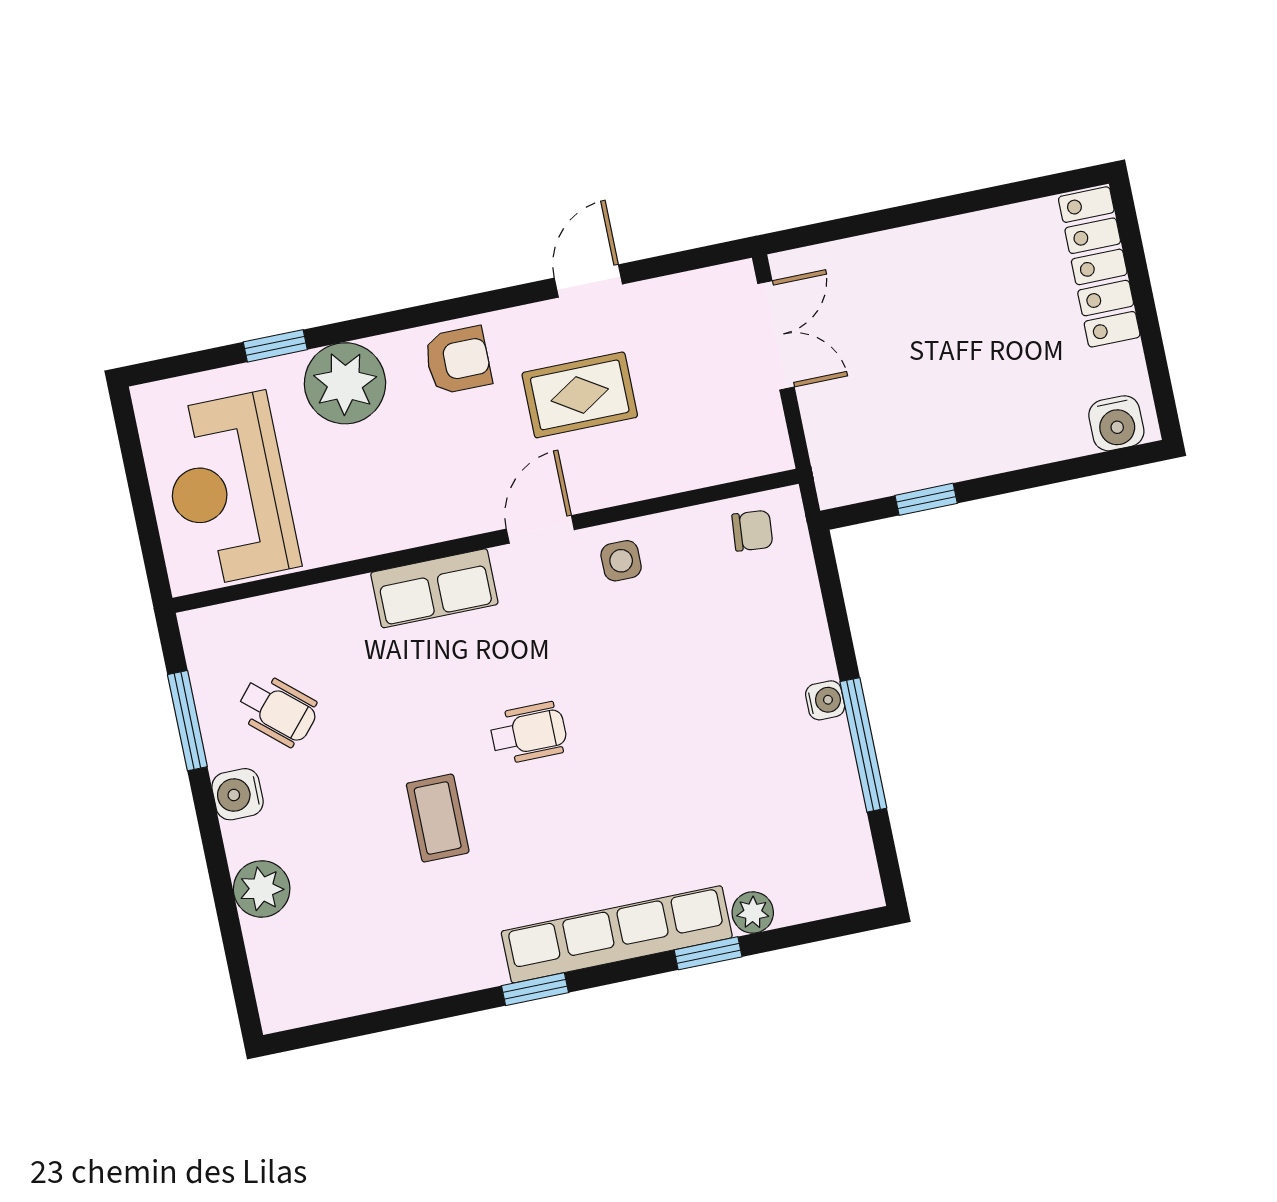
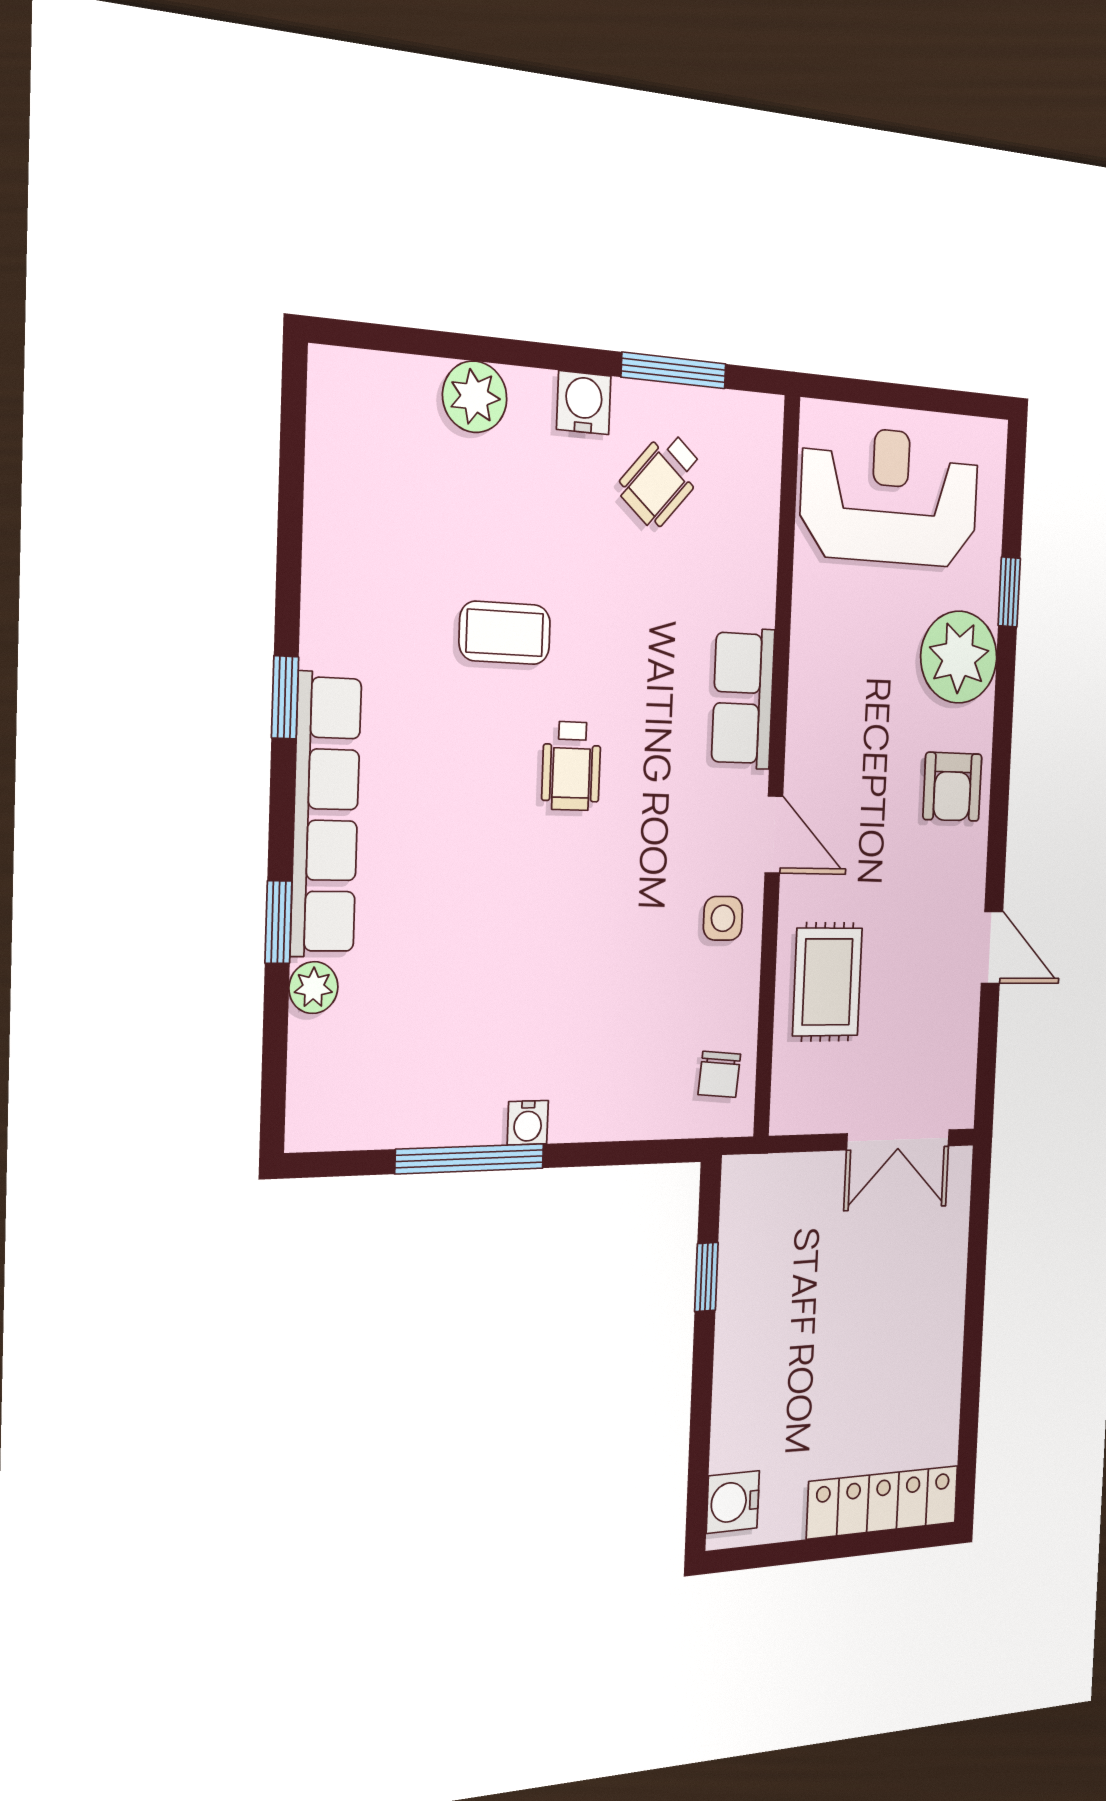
rug: (580, 395) -> (827, 982), moved

